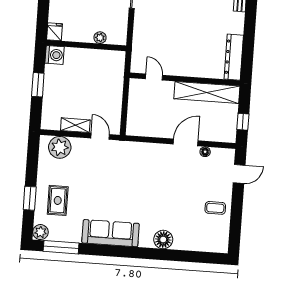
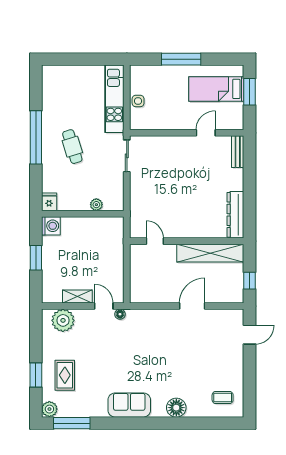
floor lamp: (205, 152) -> (120, 314), moved
coffee table: (215, 208) -> (223, 398), moved
sofa: (111, 233) -> (129, 405), width x0.73

